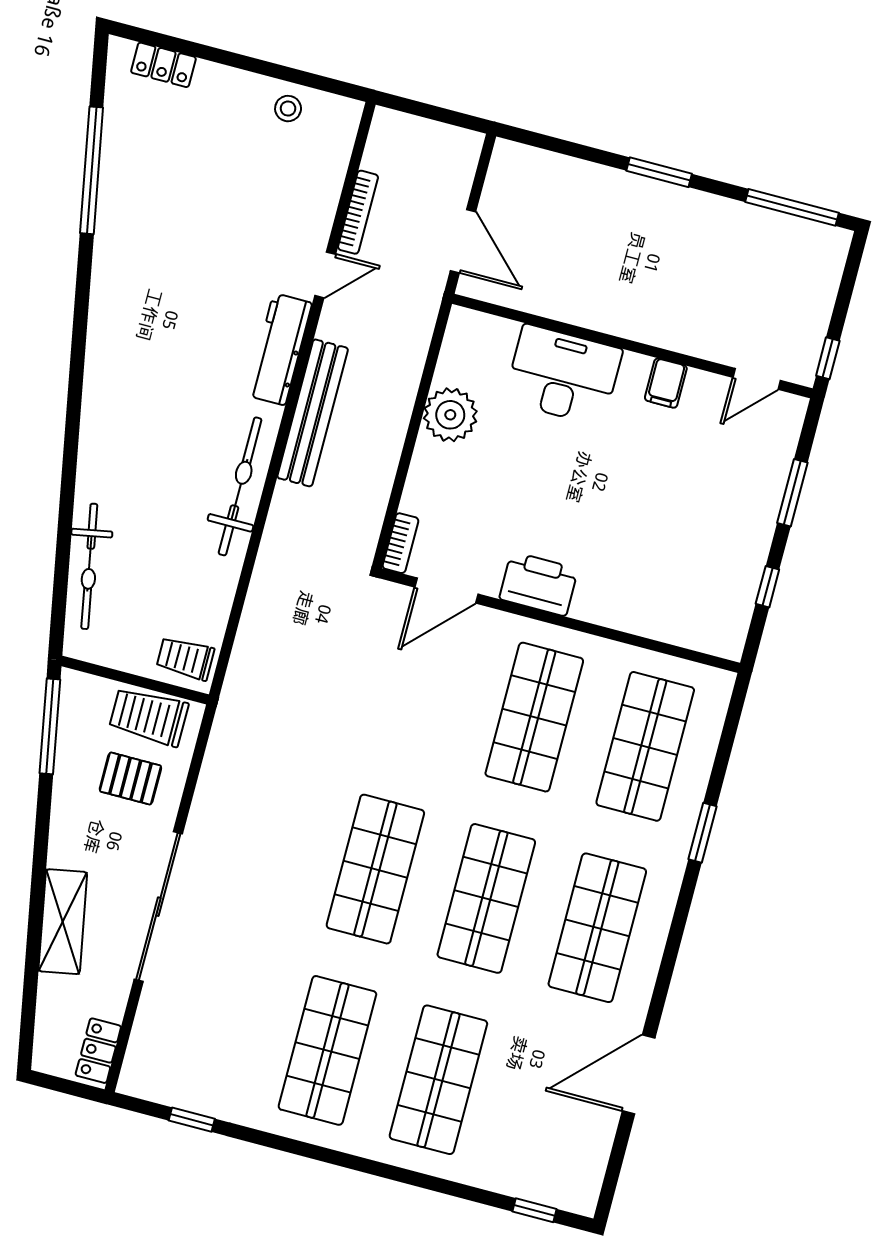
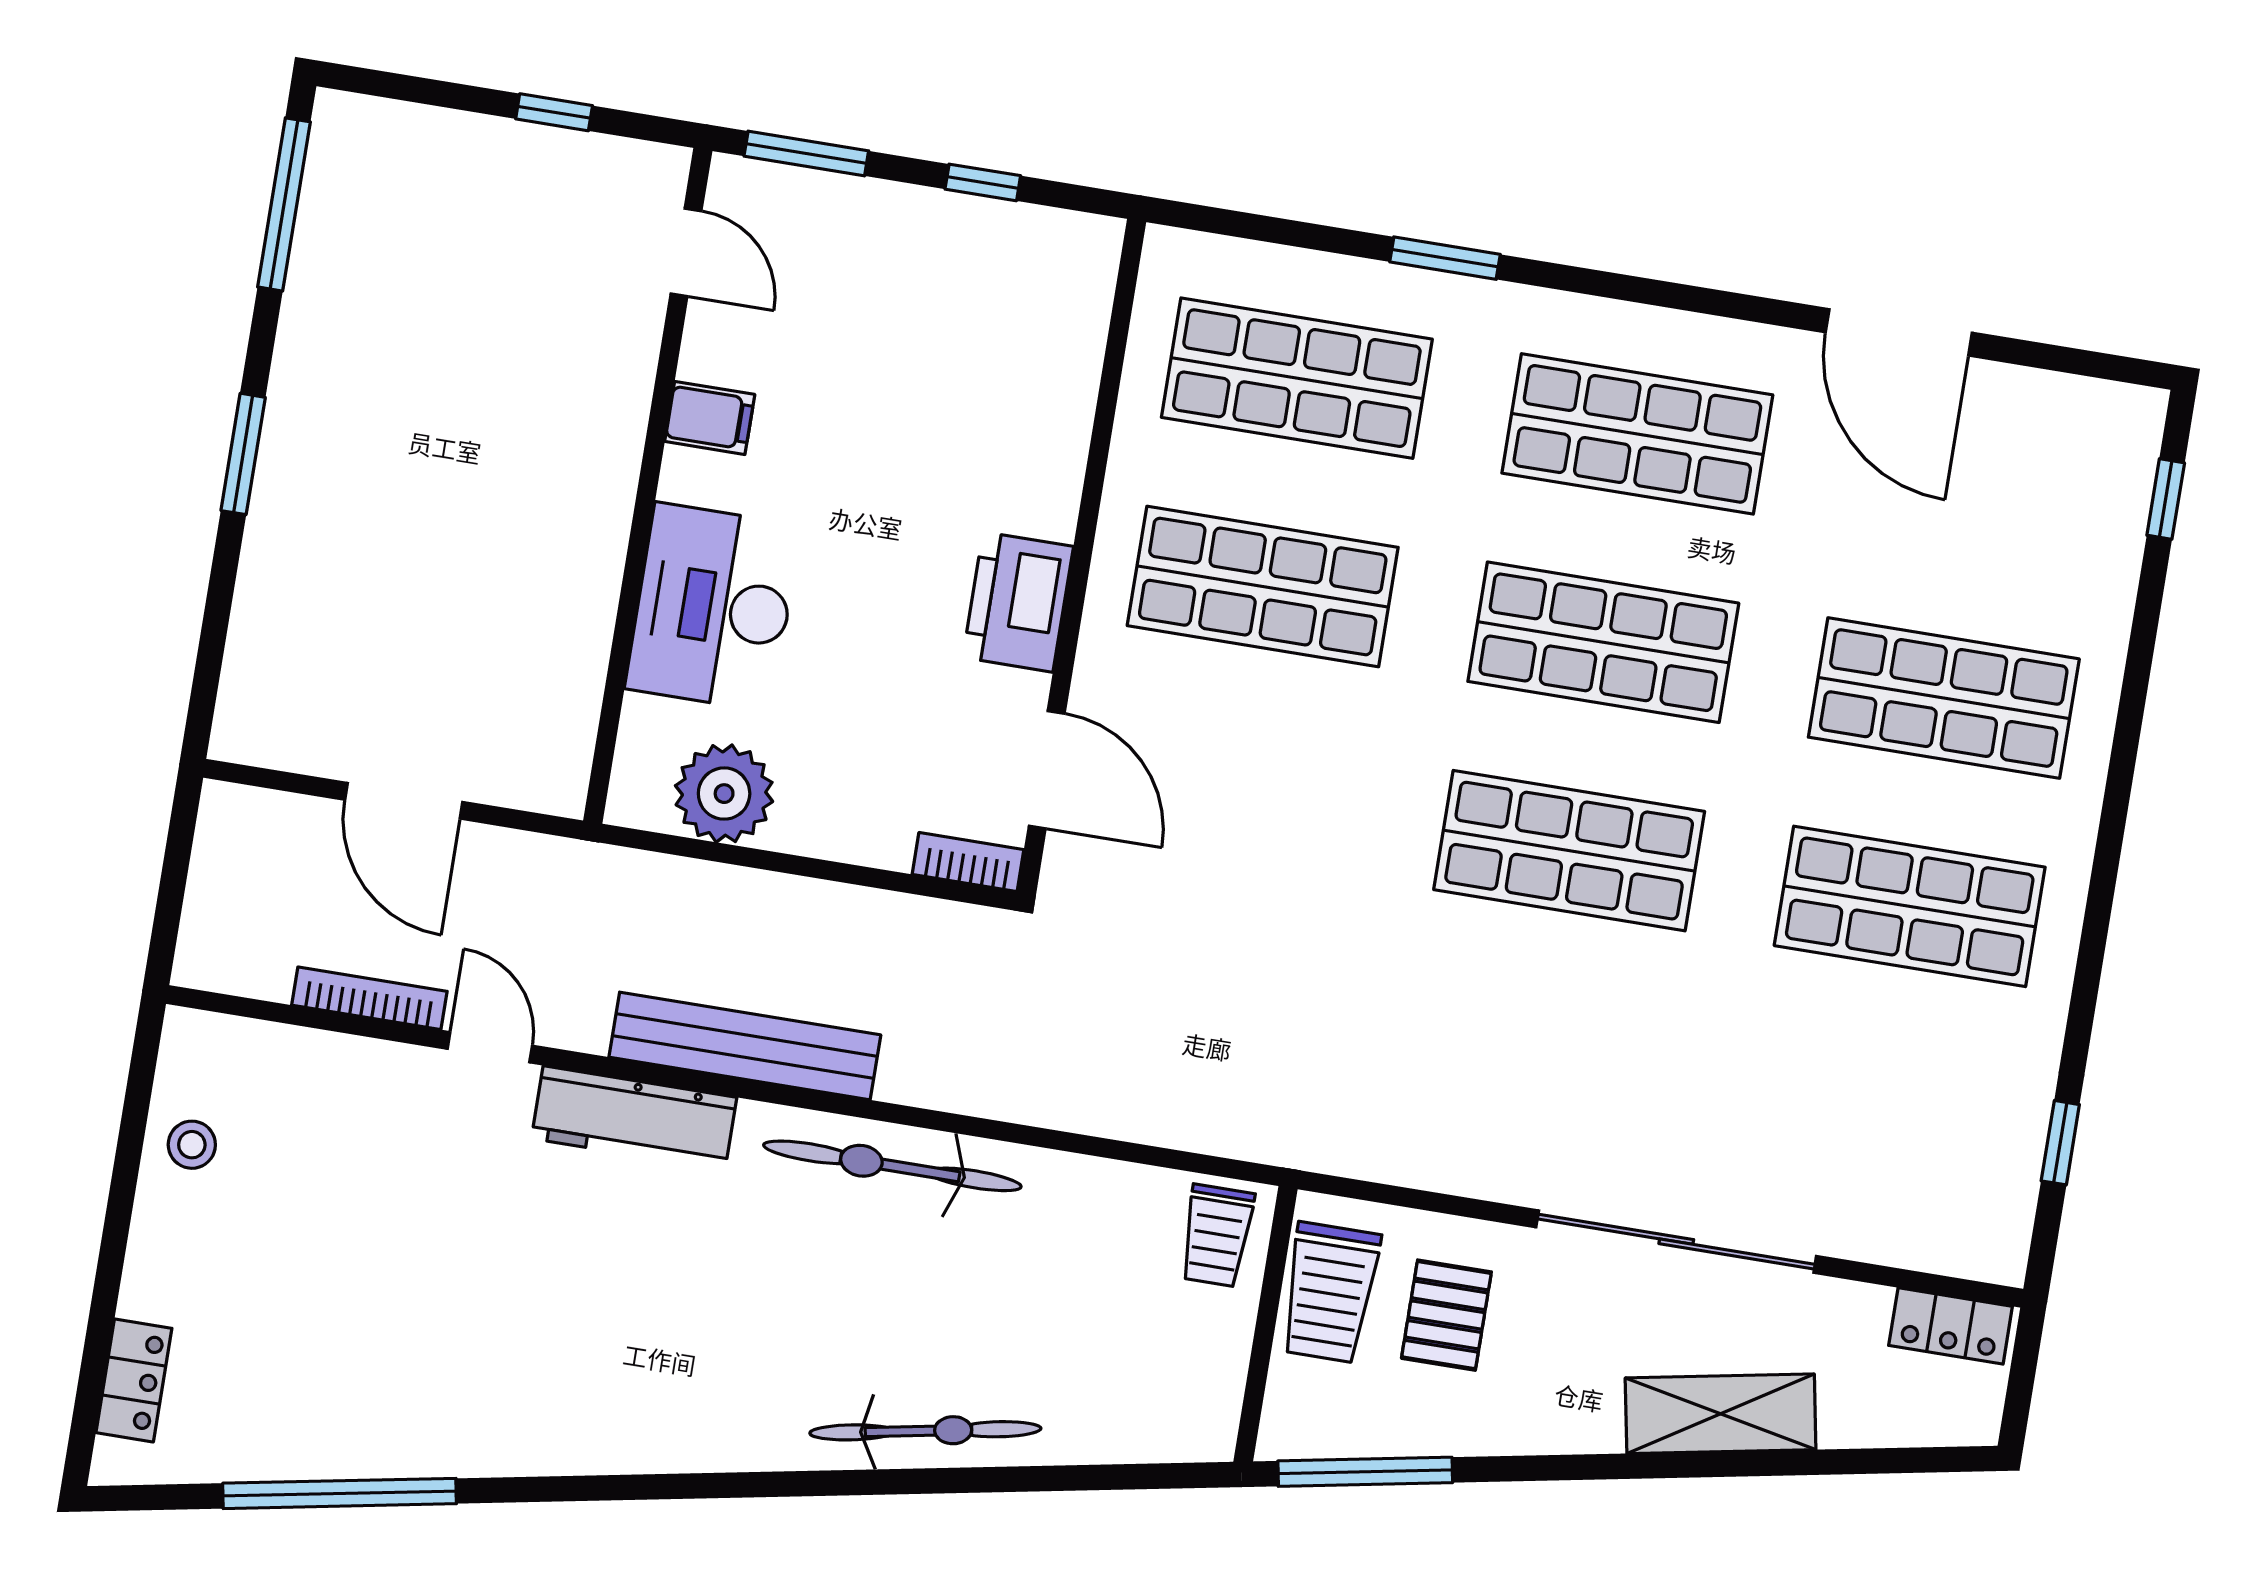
door: (463, 241) -> (404, 801), swing flipped
wall: (632, 346) -> (648, 486), moved
desk: (563, 375) -> (713, 607), moved
door: (757, 379) -> (686, 252), moved
filing cabinet: (666, 383) -> (710, 418), moved
bicycle: (89, 566) -> (925, 1431), moved

